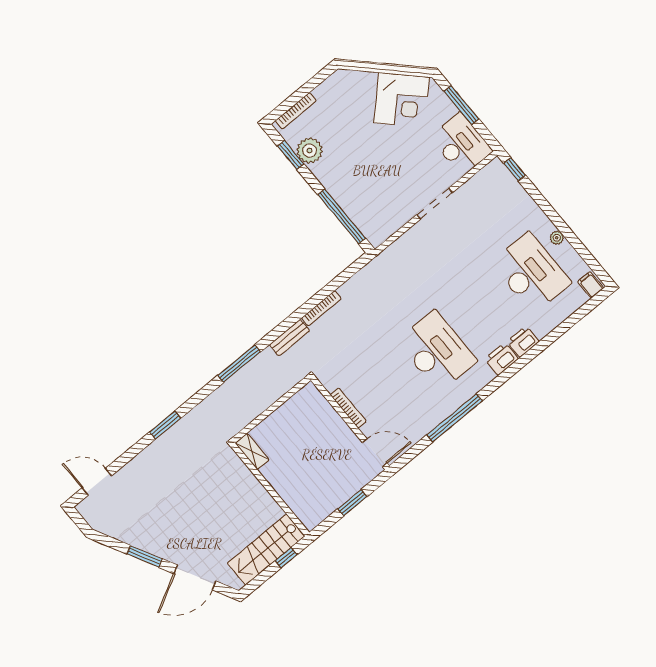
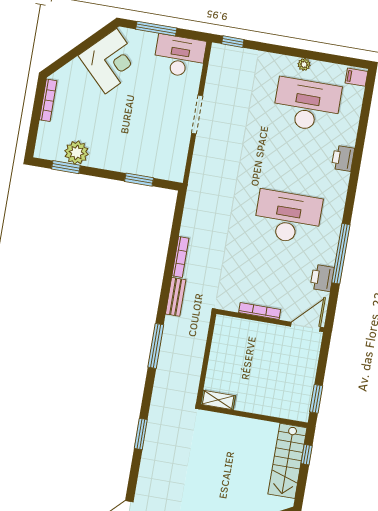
bookcase: (296, 111) -> (48, 100), moved
window: (342, 216) -> (139, 180), width x0.47
printer: (501, 359) -> (322, 278), moved
window: (352, 503) -> (316, 399), moved

